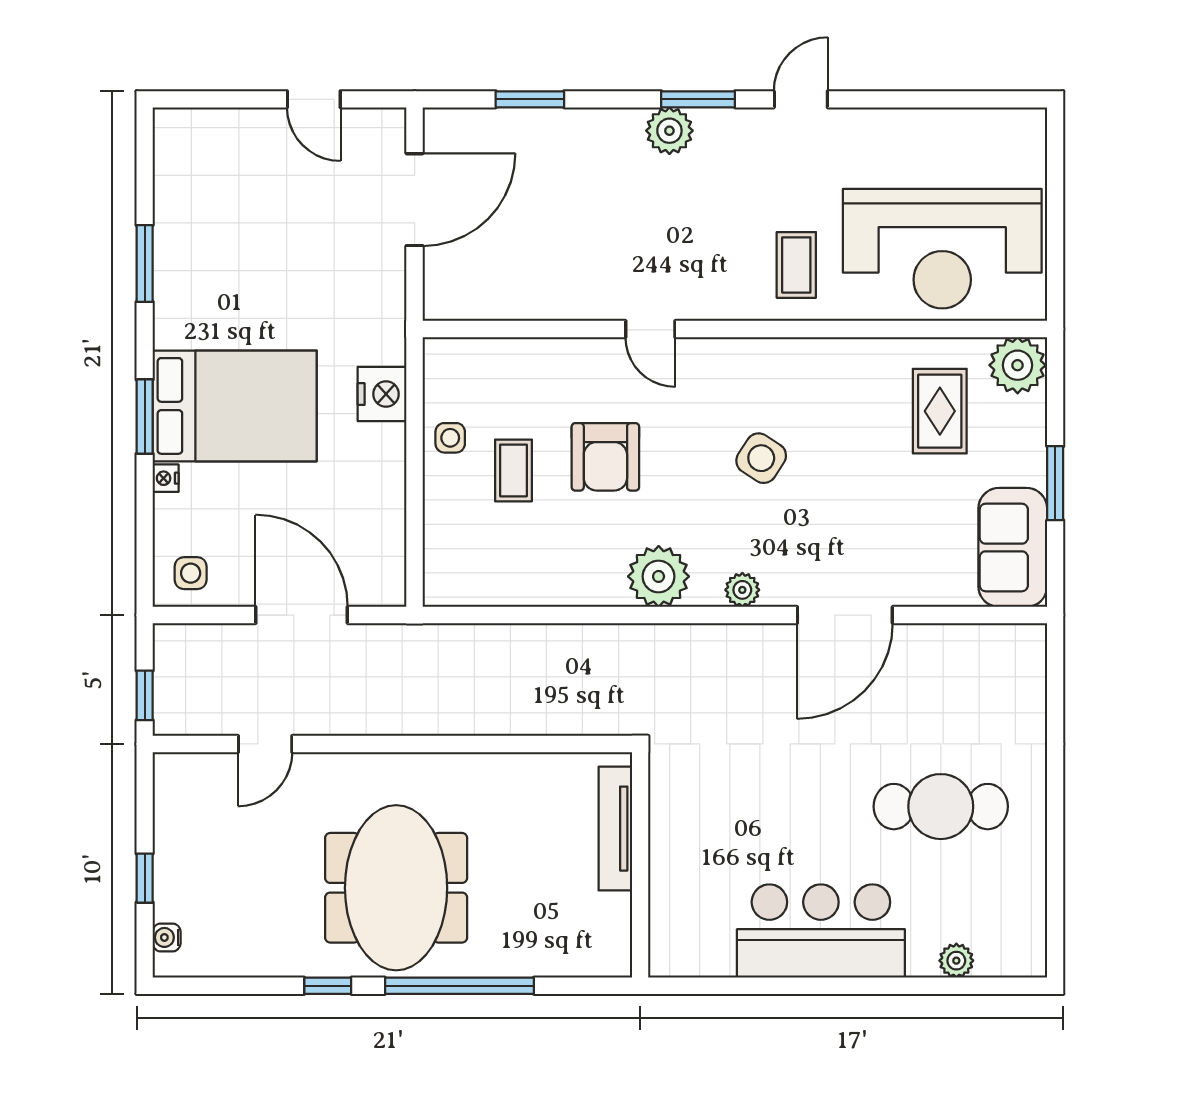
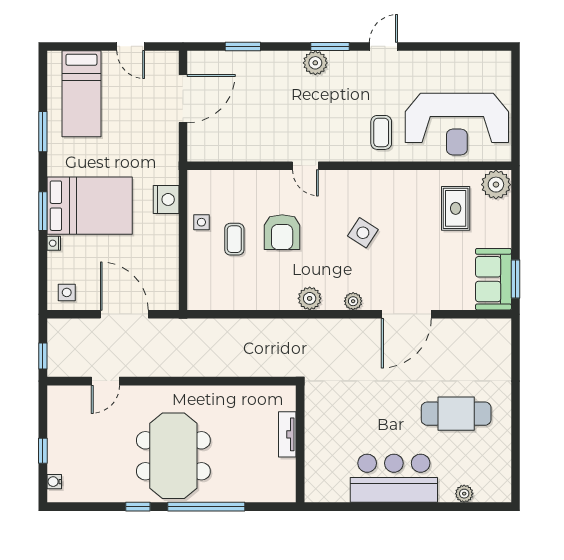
bed: (219, 190) -> (81, 94), added
window: (1055, 483) -> (516, 279), moved
plant: (659, 576) -> (310, 298), width x0.73, depth x0.73
tv unit: (615, 829) -> (287, 434), width x0.71

